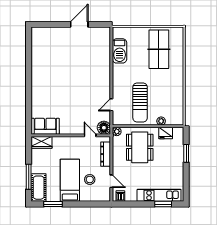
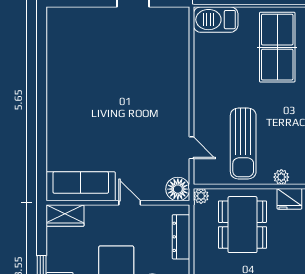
barbecue: (120, 51) -> (216, 20), moved, turned 90
door: (111, 105) -> (191, 148), swing flipped
sofa: (45, 126) -> (81, 186), width x1.36
door: (90, 135) -> (130, 203), moved

